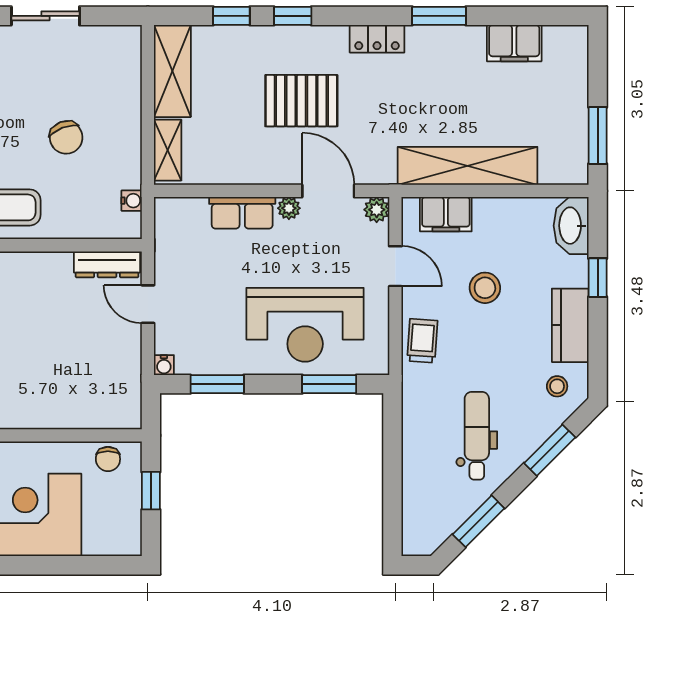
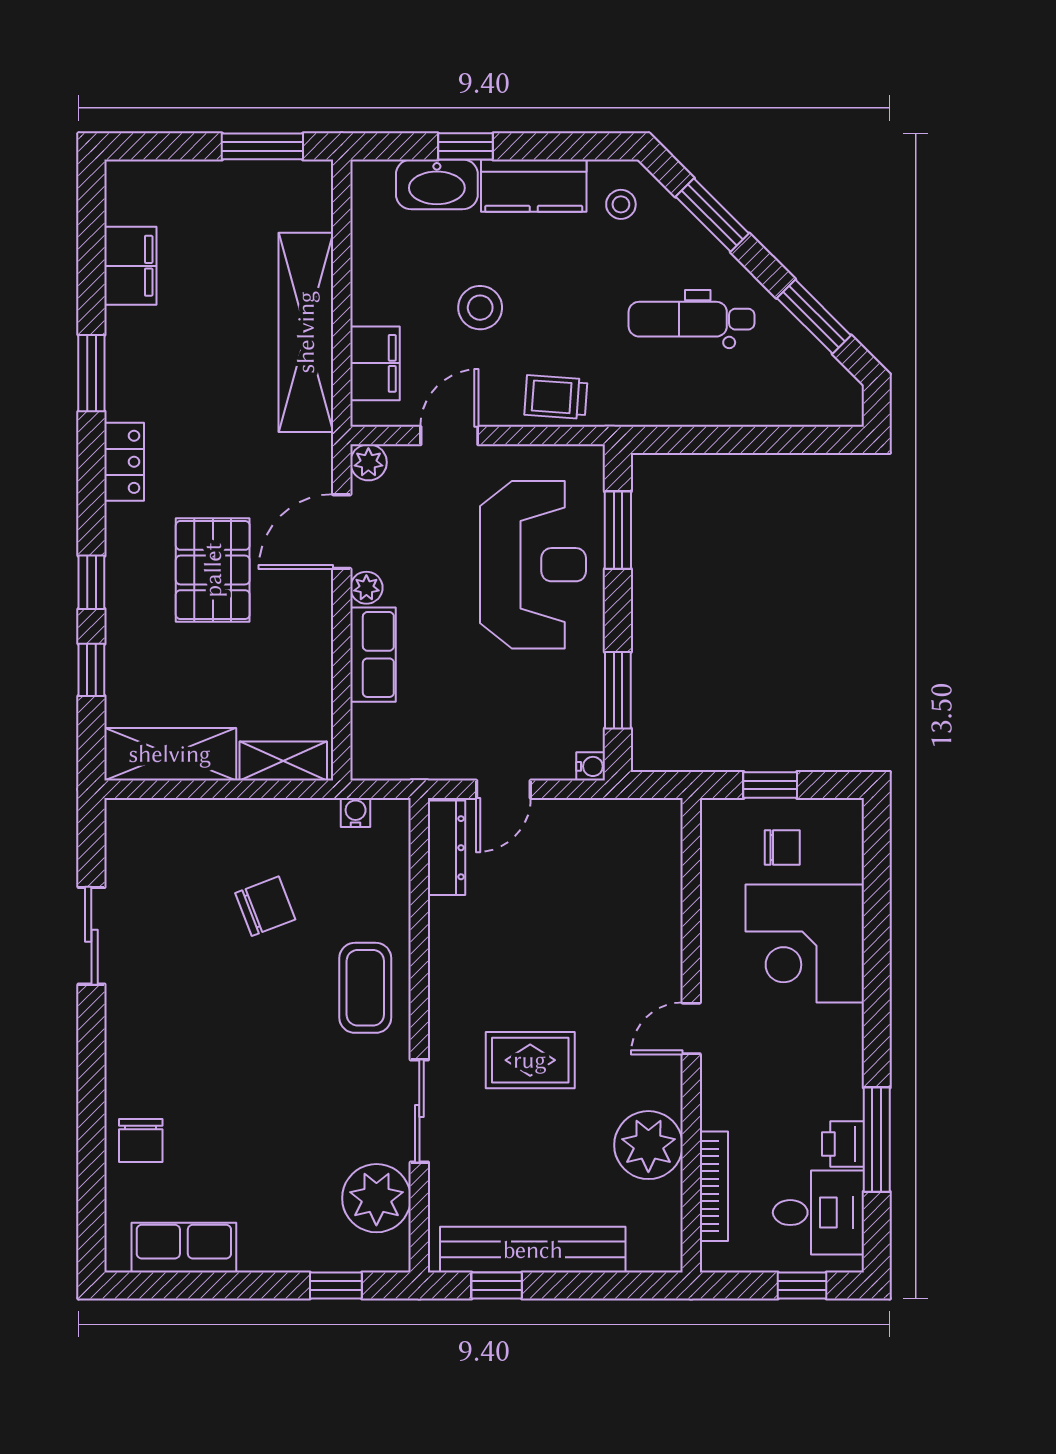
washbasin: (571, 226) -> (437, 184), moved
chair: (108, 459) -> (782, 848), moved

